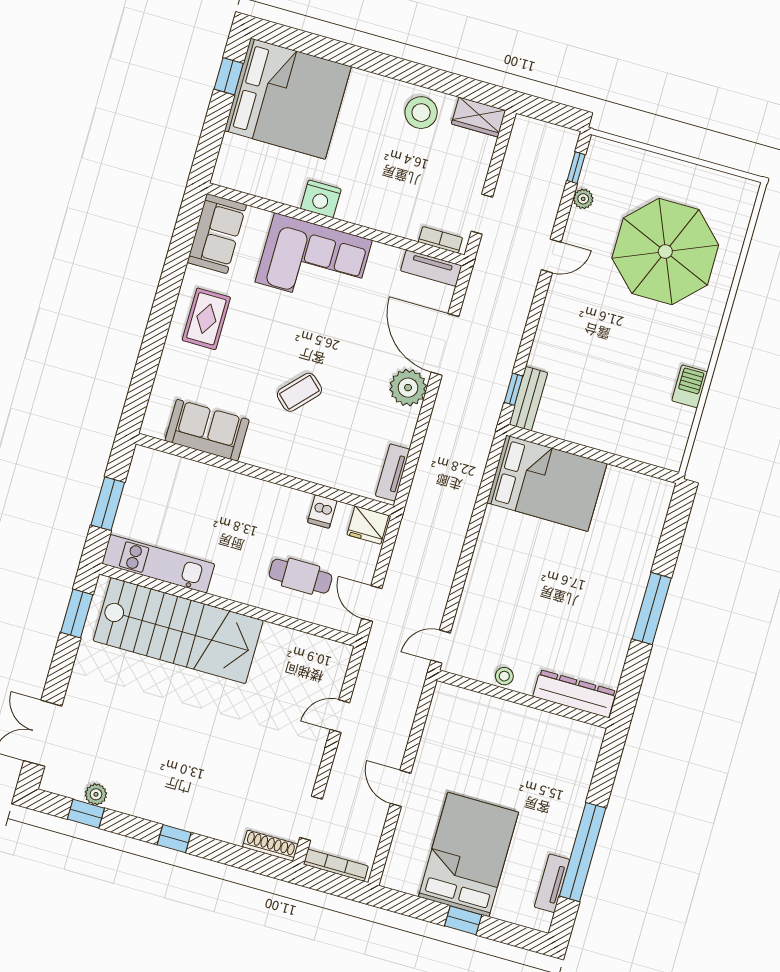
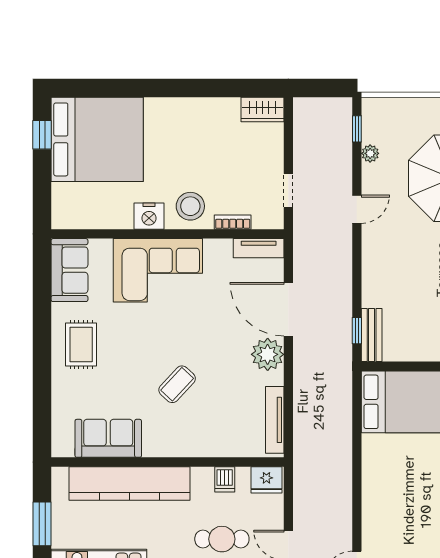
stool: (421, 113) -> (190, 206), moved
bookcase: (440, 240) -> (233, 222), moved
tv unit: (393, 472) -> (275, 420), width x1.41
kitchen counter: (216, 486) -> (129, 484), added

